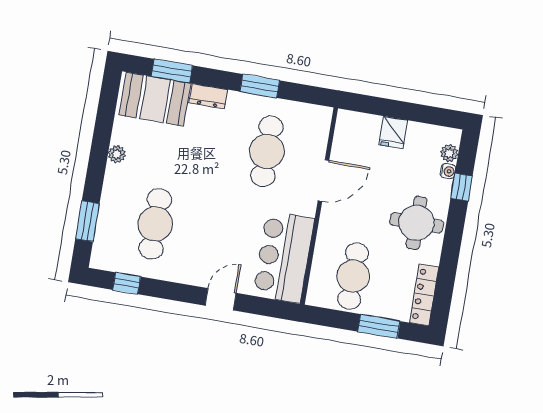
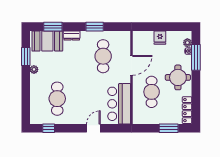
window: (462, 187) -> (196, 57), width x2.17
window: (87, 221) -> (26, 57), moved
cafe table: (353, 276) -> (152, 92), moved

